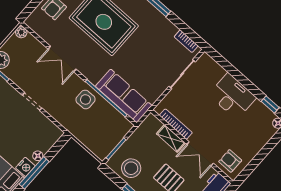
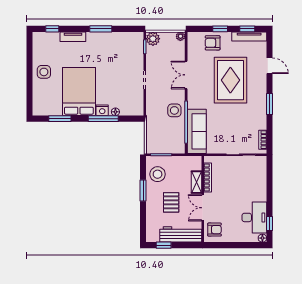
desk: (232, 96) -> (254, 217), moved
armchair: (230, 161) -> (214, 230), turned 90

